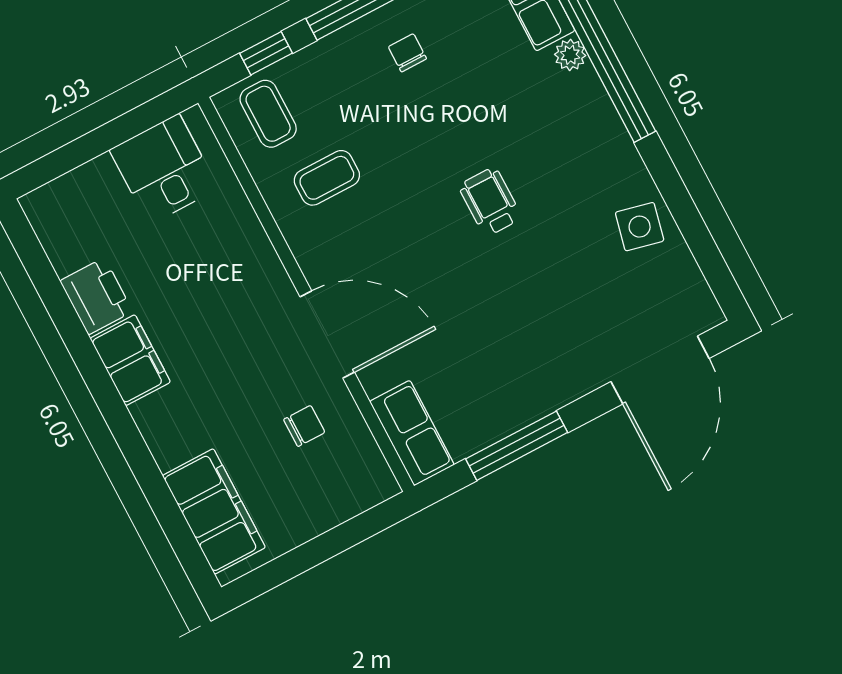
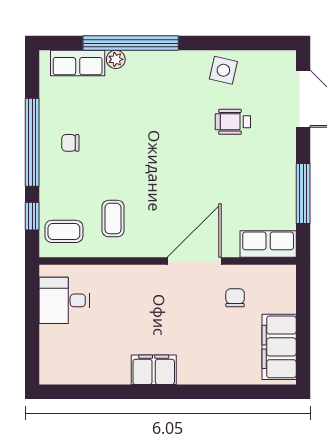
wheelchair: (490, 202) -> (233, 122), moved
printer: (96, 296) -> (111, 370), removed
filing cabinet: (214, 511) -> (279, 347), moved, turned -90

